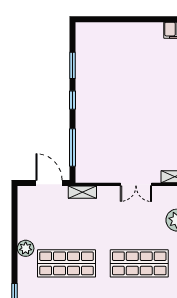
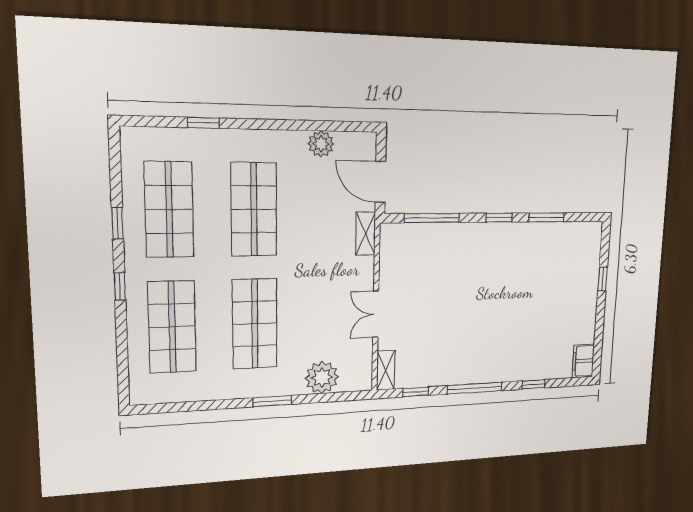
window: (116, 19) -> (603, 279), added
door: (49, 183) -> (380, 182), swing flipped
plant: (26, 248) -> (321, 144), moved

